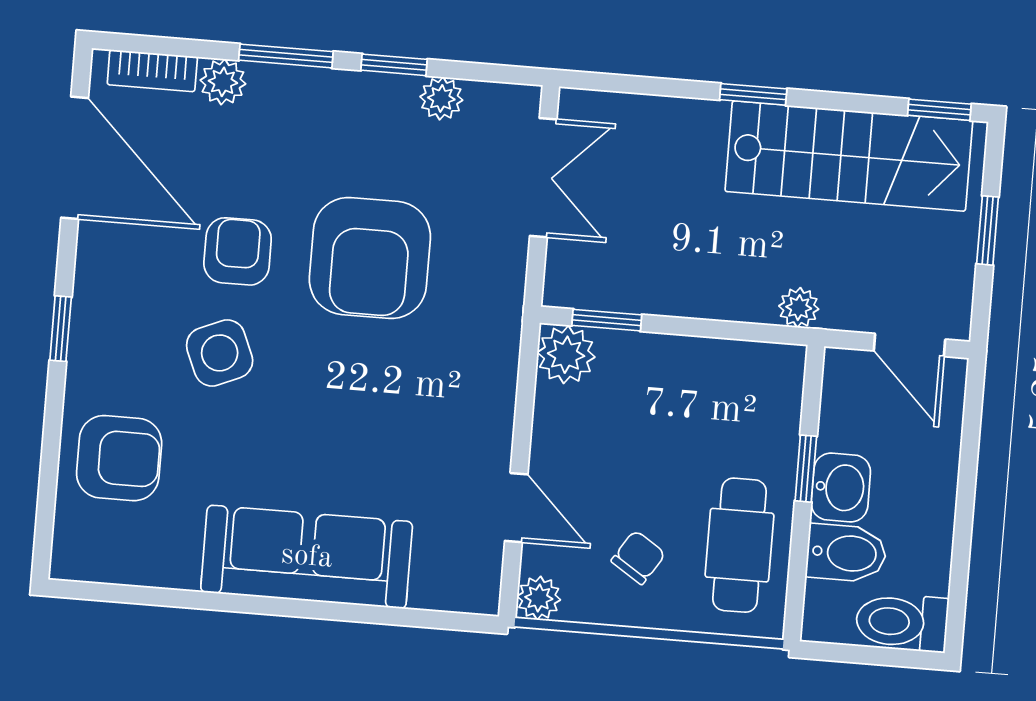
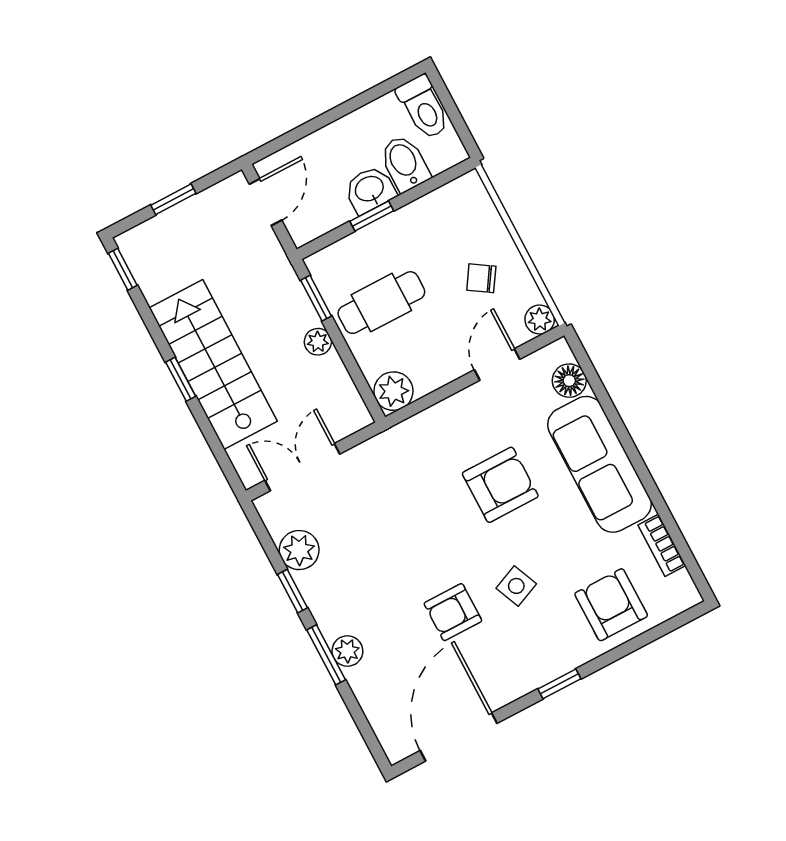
bookcase: (152, 71) -> (662, 545), moved, turned 180
plant: (223, 82) -> (347, 651), moved
plant: (441, 98) -> (299, 550), width x1.38, depth x1.38
stairs: (849, 156) -> (213, 364), moved
armchair: (370, 258) -> (500, 485), moved, width x0.73, depth x0.73
plant: (799, 308) -> (318, 342), moved
window: (607, 320) -> (316, 298), moved
side table: (220, 353) -> (516, 586), width x0.73, depth x0.73
cafe table: (739, 545) -> (381, 303), moved
floor lamp: (437, 586) -> (569, 381), added

